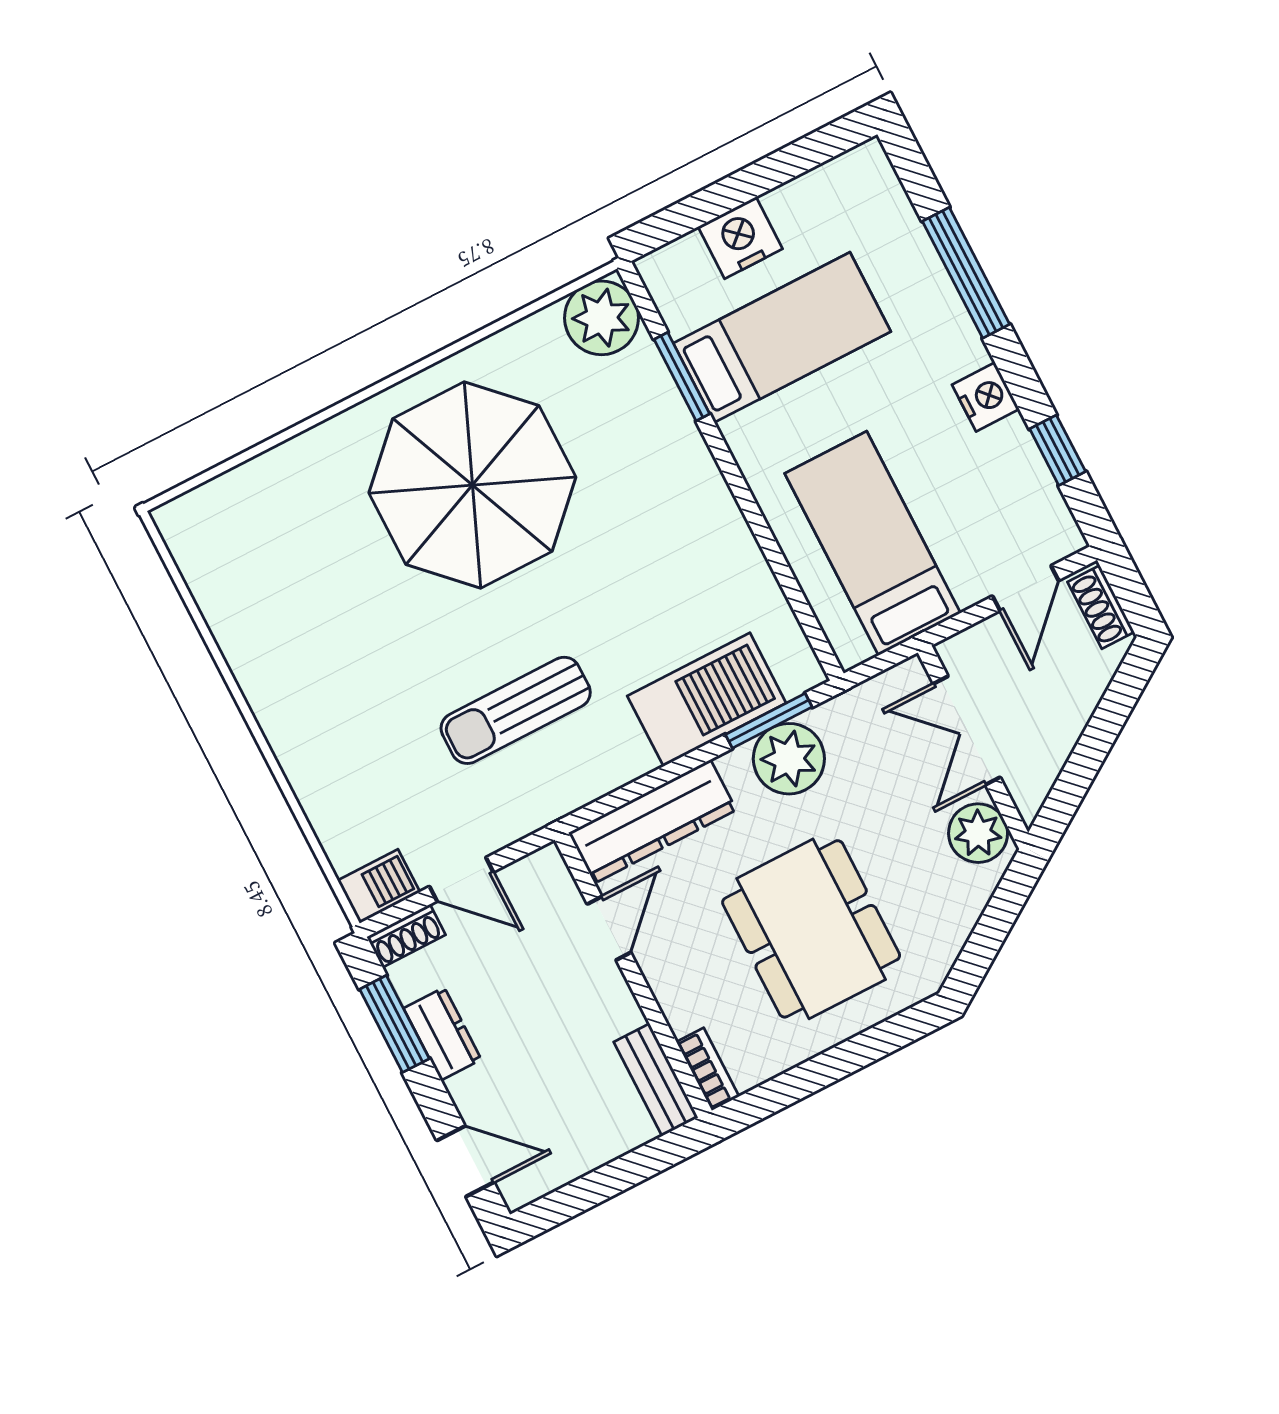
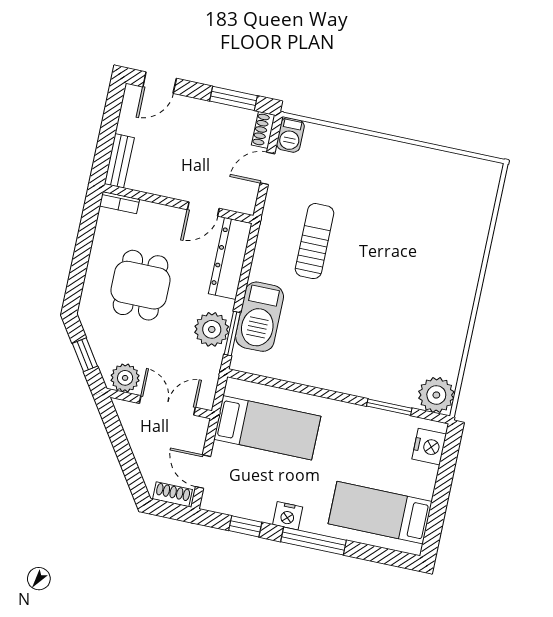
nightstand: (740, 238) -> (429, 447), moved
window: (966, 273) -> (314, 541), moved
bed: (782, 337) -> (380, 513), moved, turned 90
parasol: (472, 485) -> (413, 294), removed
window: (993, 927) -> (85, 355), added
door: (609, 928) -> (203, 209), hinge flipped
dining table: (811, 929) -> (141, 285), width x0.73
dresser: (442, 1034) -> (215, 113), removed
bench: (656, 1080) -> (119, 161), moved, turned 90

